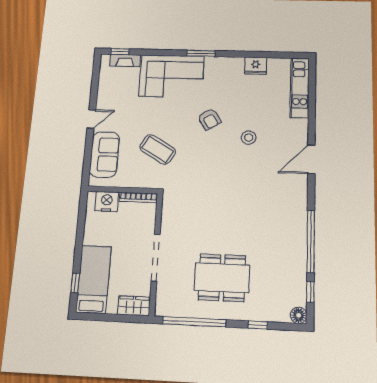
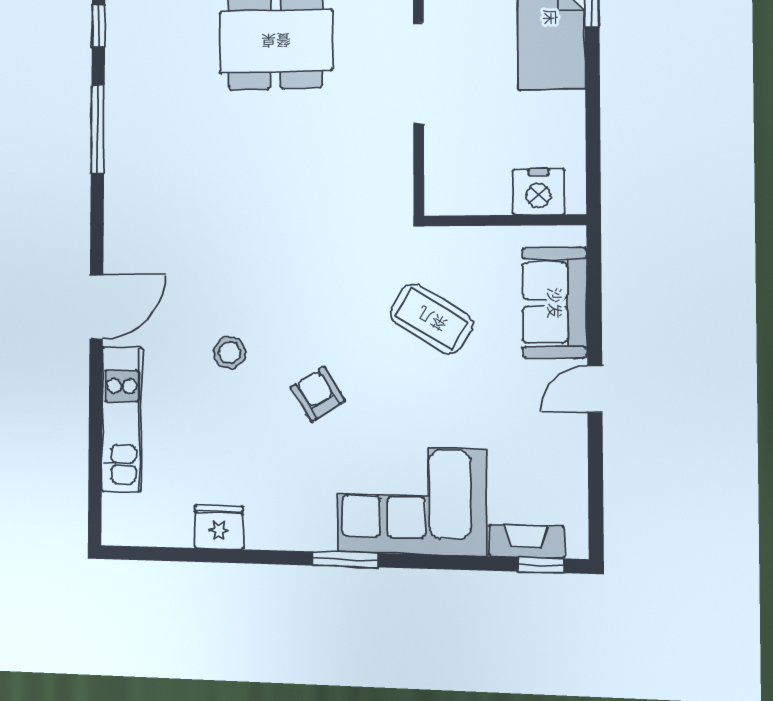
kitchen unit: (300, 88) -> (122, 419), moved
bookcase: (138, 197) -> (467, 205), removed
window: (311, 241) -> (98, 129), width x0.68

